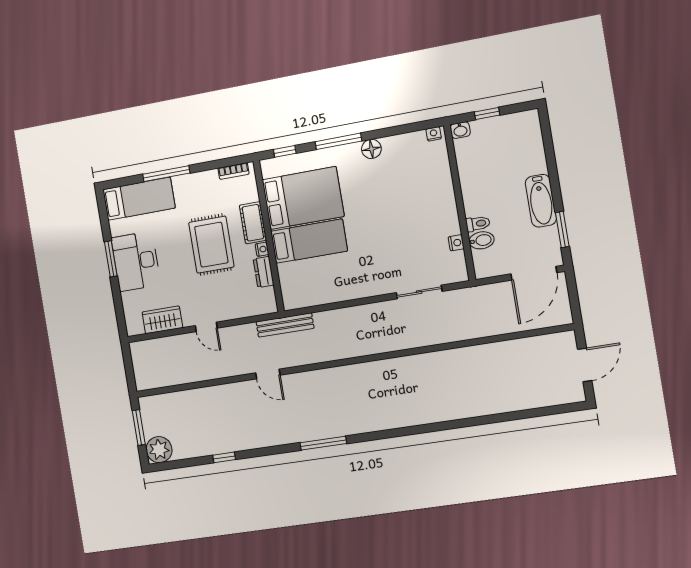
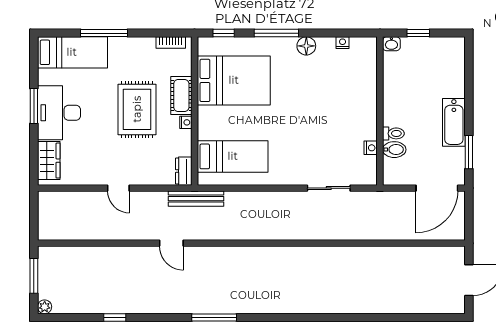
nightstand: (434, 134) -> (343, 43), moved
bed: (309, 241) -> (233, 156), moved
dresser: (264, 272) -> (184, 171), moved
wardrobe: (162, 320) -> (49, 161), moved, turned 90
plant: (159, 450) -> (45, 307), width x0.53, depth x0.53

